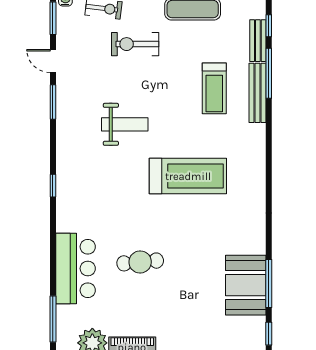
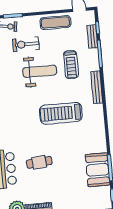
bench: (258, 93) -> (97, 87), moved
weight bench: (125, 124) -> (40, 71), moved, width x1.36, depth x1.33
treadmill: (188, 176) -> (61, 113), turned 180

